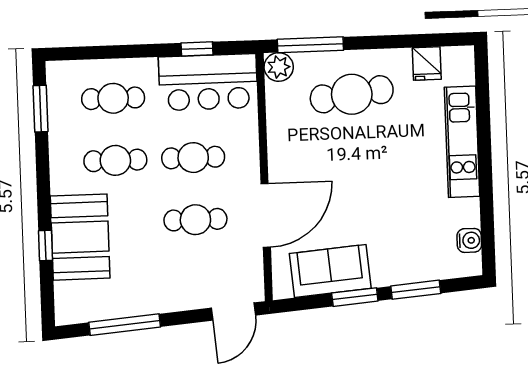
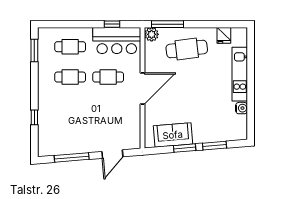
door: (266, 215) -> (143, 89), moved
cafe table: (195, 220) -> (108, 107), removed
booth: (80, 237) -> (51, 114), removed
water cooler: (469, 240) -> (242, 108), moved
door: (233, 312) -> (112, 154), moved

